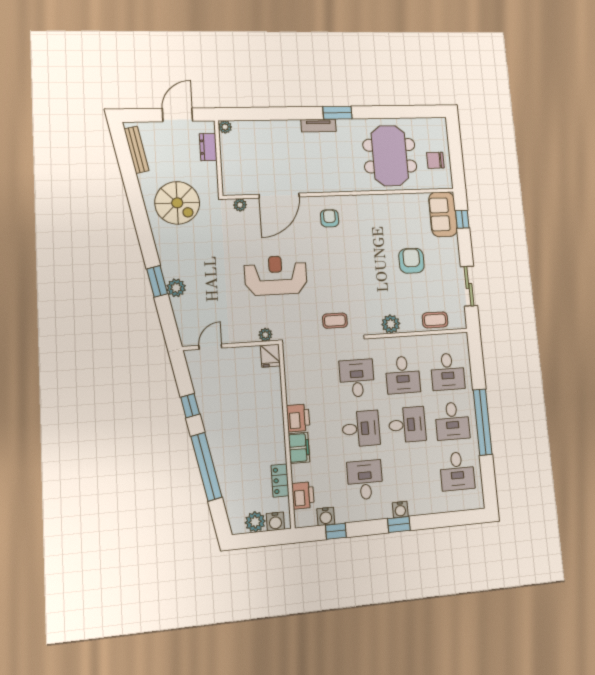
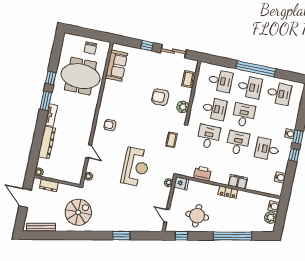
window: (374, 112) -> (51, 78), added
dresser: (275, 128) -> (47, 142), added
door: (279, 196) -> (89, 151), width x0.53
sofa: (443, 214) -> (116, 66), moved, turned -90
window: (462, 219) -> (147, 46), moved
armchair: (411, 261) -> (160, 97), moved
reception desk: (276, 275) -> (136, 167), turned 180
plant: (176, 288) -> (128, 226), removed
desk: (357, 378) -> (208, 137), turned 90
round table: (224, 397) -> (197, 216), added
window: (190, 406) -> (181, 236), moved
printer: (298, 418) -> (202, 173), moved
locker: (280, 480) -> (228, 192), moved
printer: (303, 495) -> (265, 187), removed
window: (336, 531) -> (294, 155), moved

